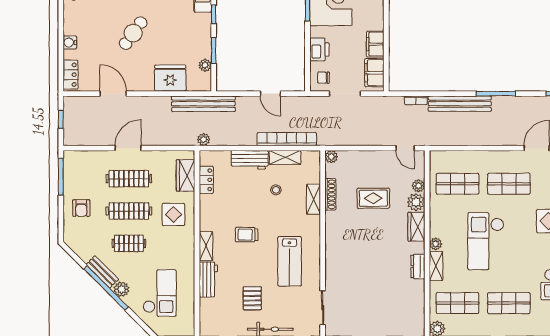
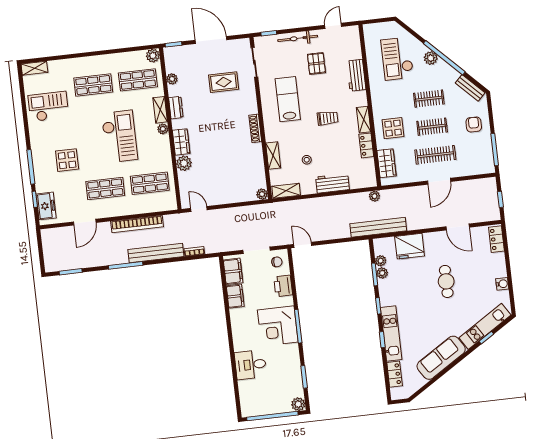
cafe table: (133, 33) -> (446, 281), turned -36
water cooler: (70, 42) -> (502, 284), moved
plant: (205, 51) -> (382, 273), added
door: (270, 94) -> (303, 245), moved
bookcase: (287, 139) -> (137, 224), moved
shelving: (285, 157) -> (286, 191), moved
locker: (206, 180) -> (366, 145), moved
plant: (419, 186) -> (172, 79), moved
shoe rack: (330, 194) -> (255, 128), moved
rug: (373, 198) -> (224, 82), moved
clothes rail: (129, 211) -> (432, 127), width x0.73
shelving: (206, 246) -> (364, 120), moved
bench: (102, 272) -> (470, 88), moved

